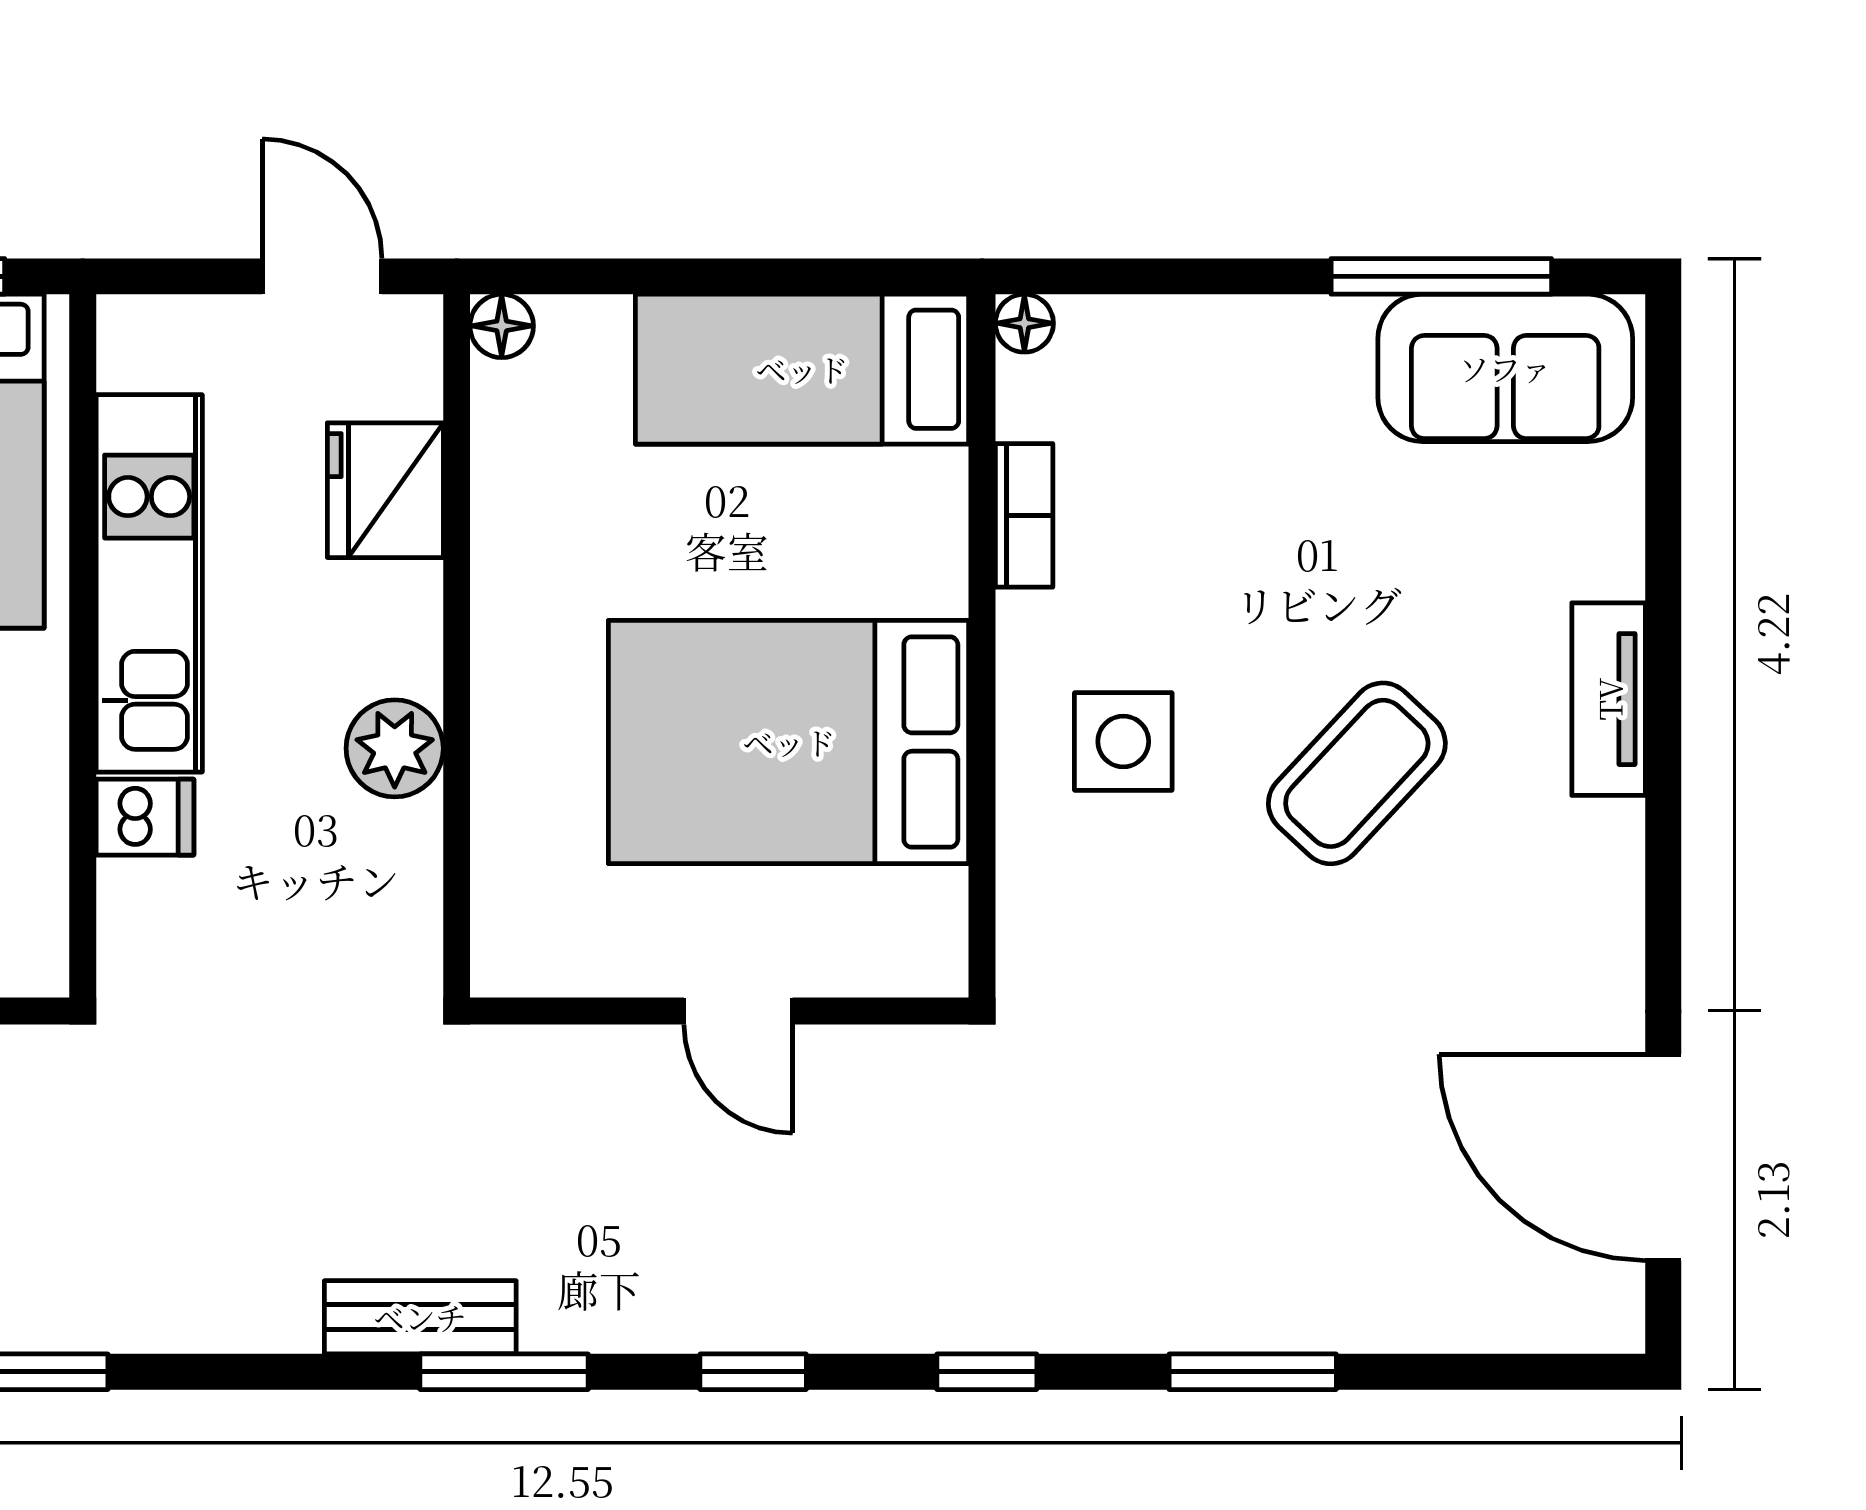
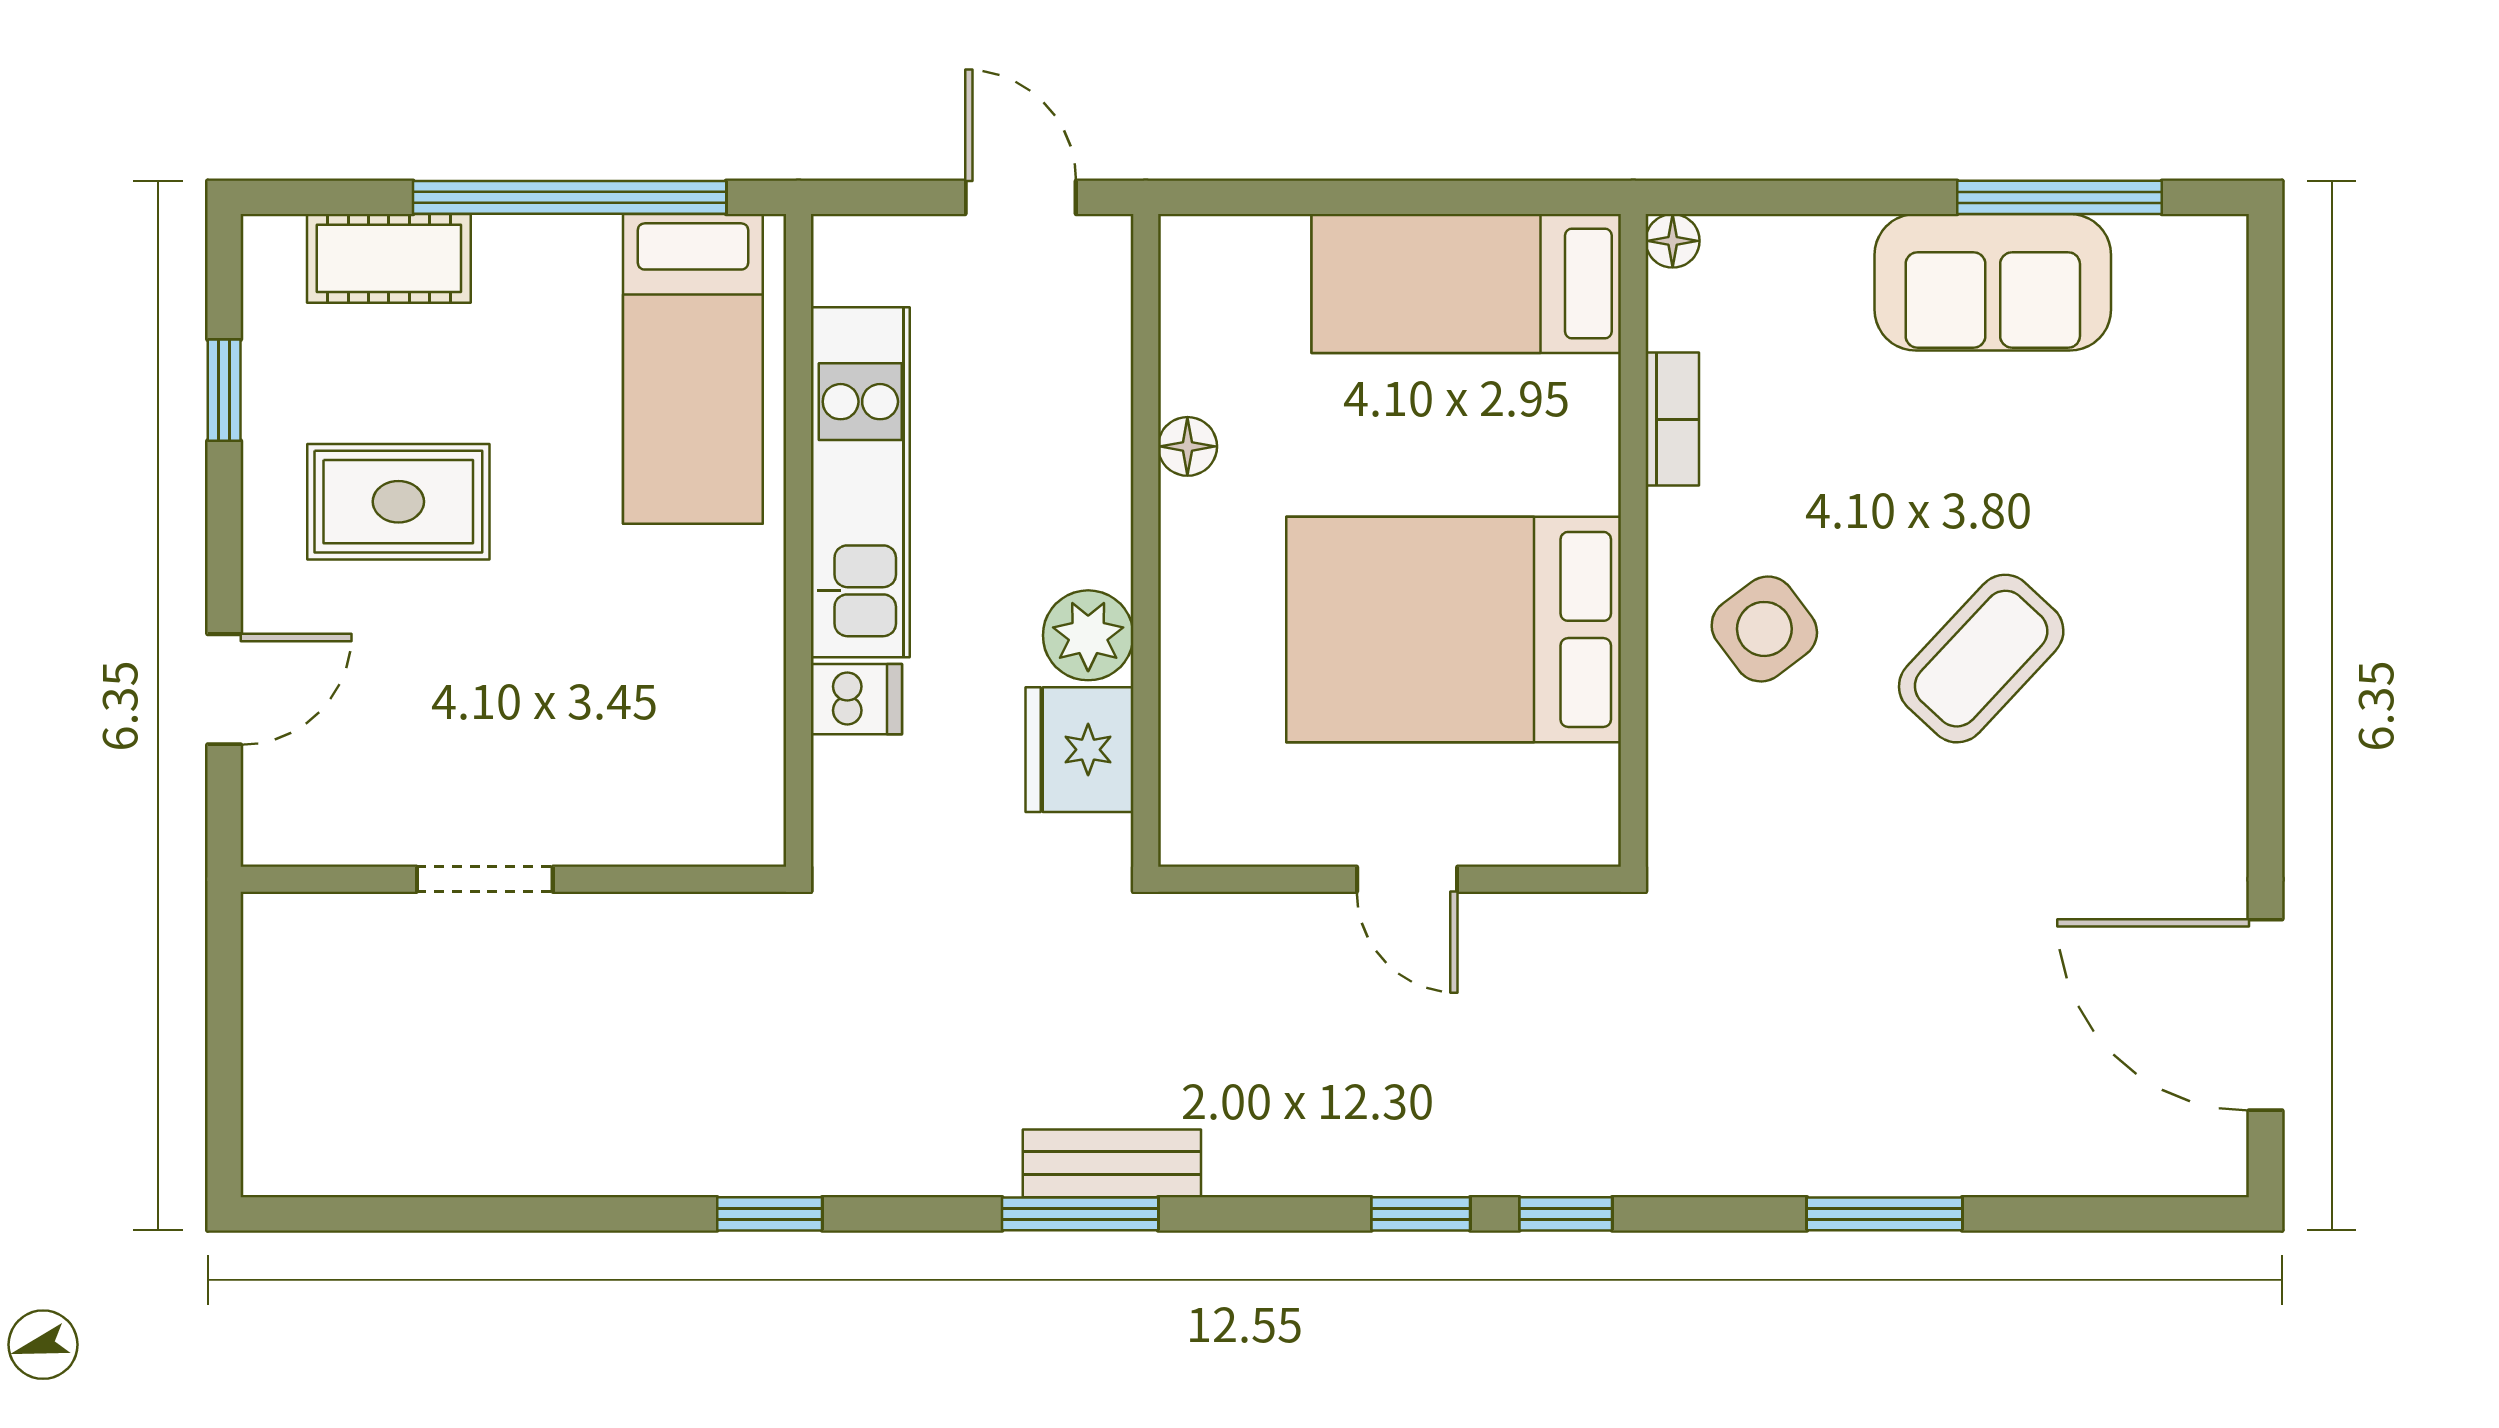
floor lamp: (502, 326) -> (1187, 446), moved
sofa: (1505, 368) -> (1993, 282), moved
fridge: (385, 490) -> (1079, 750), moved
tv unit: (1609, 699) -> (2215, 590), removed
side table: (1123, 741) -> (1764, 629), turned -37
window: (504, 1372) -> (1080, 1214), moved
window: (987, 1372) -> (1566, 1214), moved

